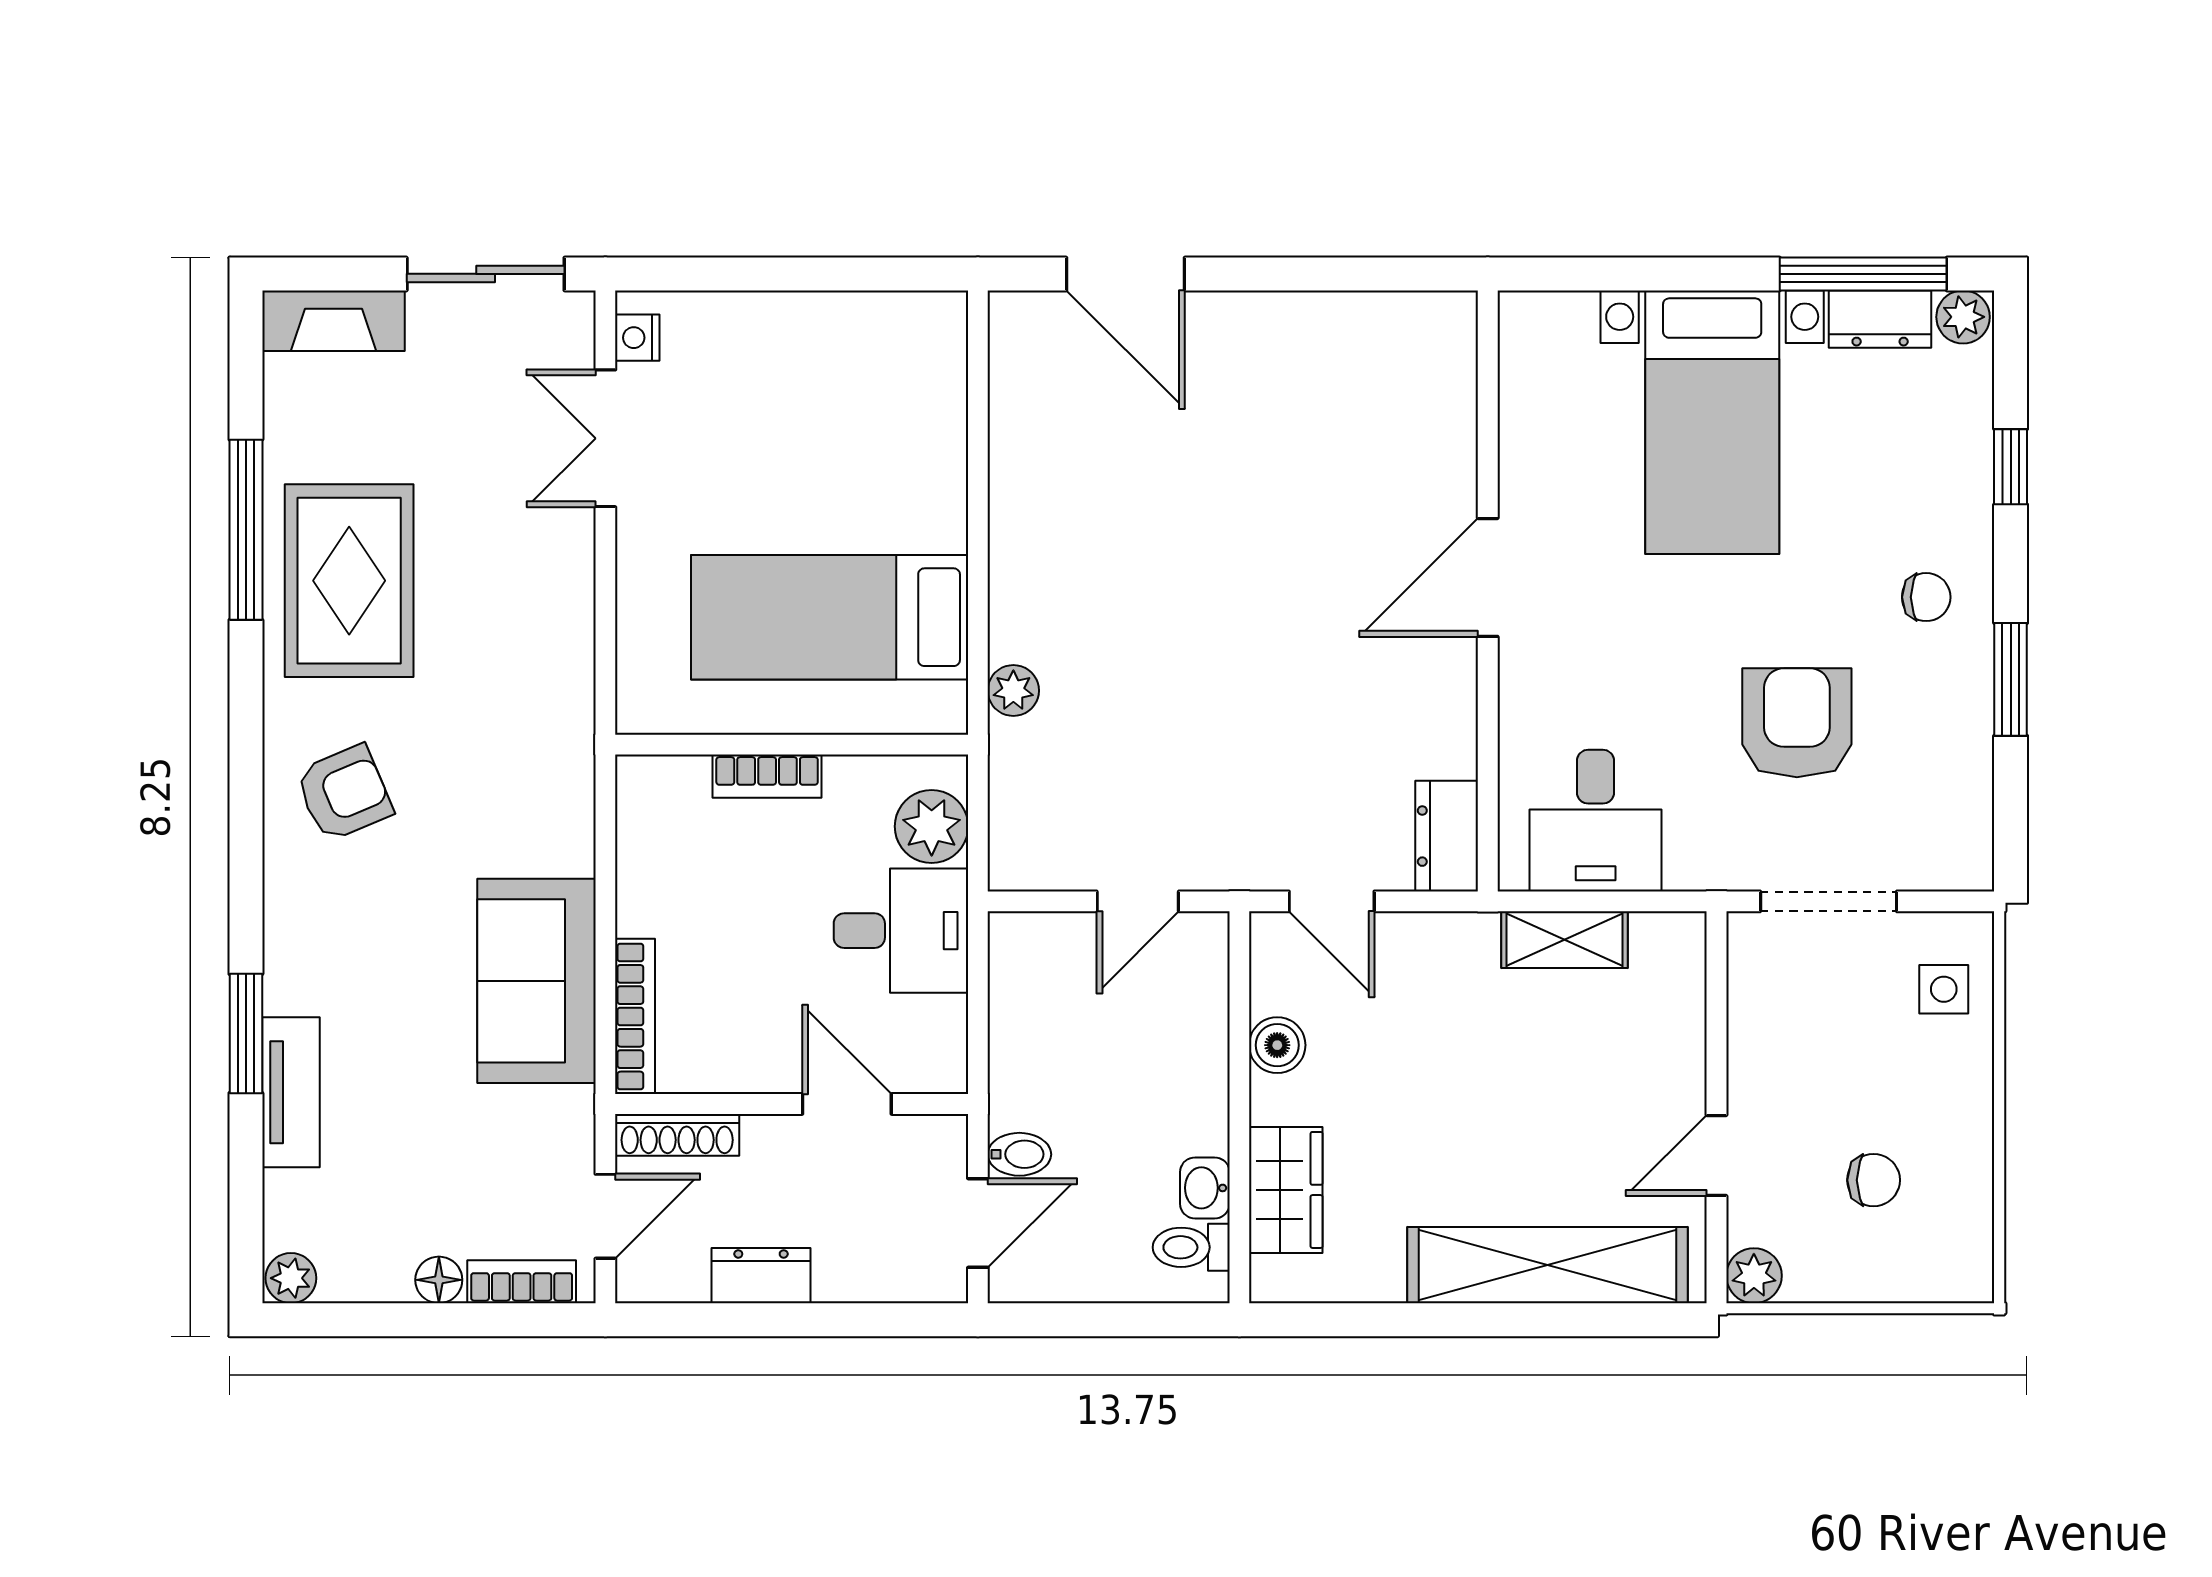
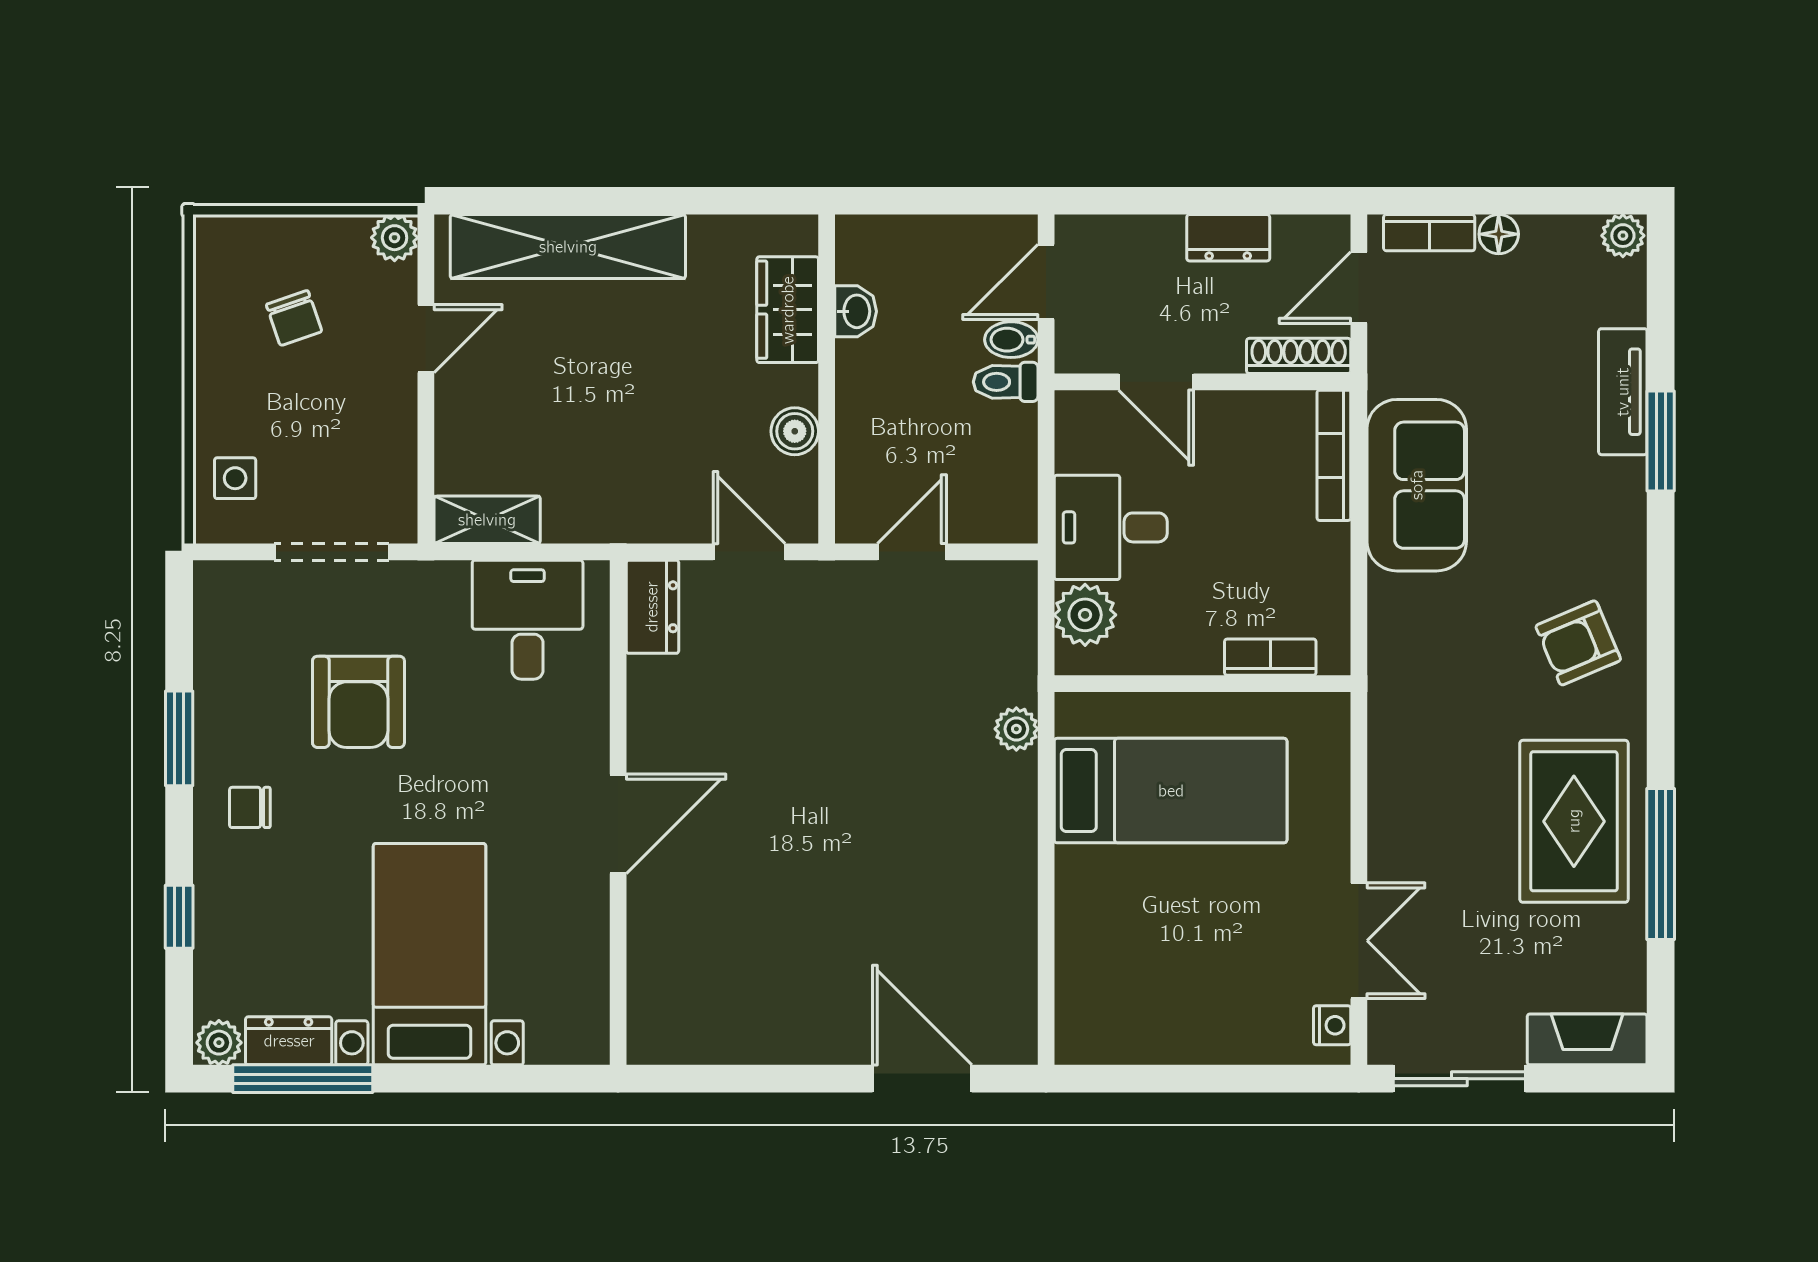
bookcase: (767, 776) -> (1270, 657), moved
shelving: (1565, 940) -> (487, 520), moved
chair: (1874, 1180) -> (294, 318), turned -109
toilet: (1191, 1247) -> (1006, 382), moved, turned 180

